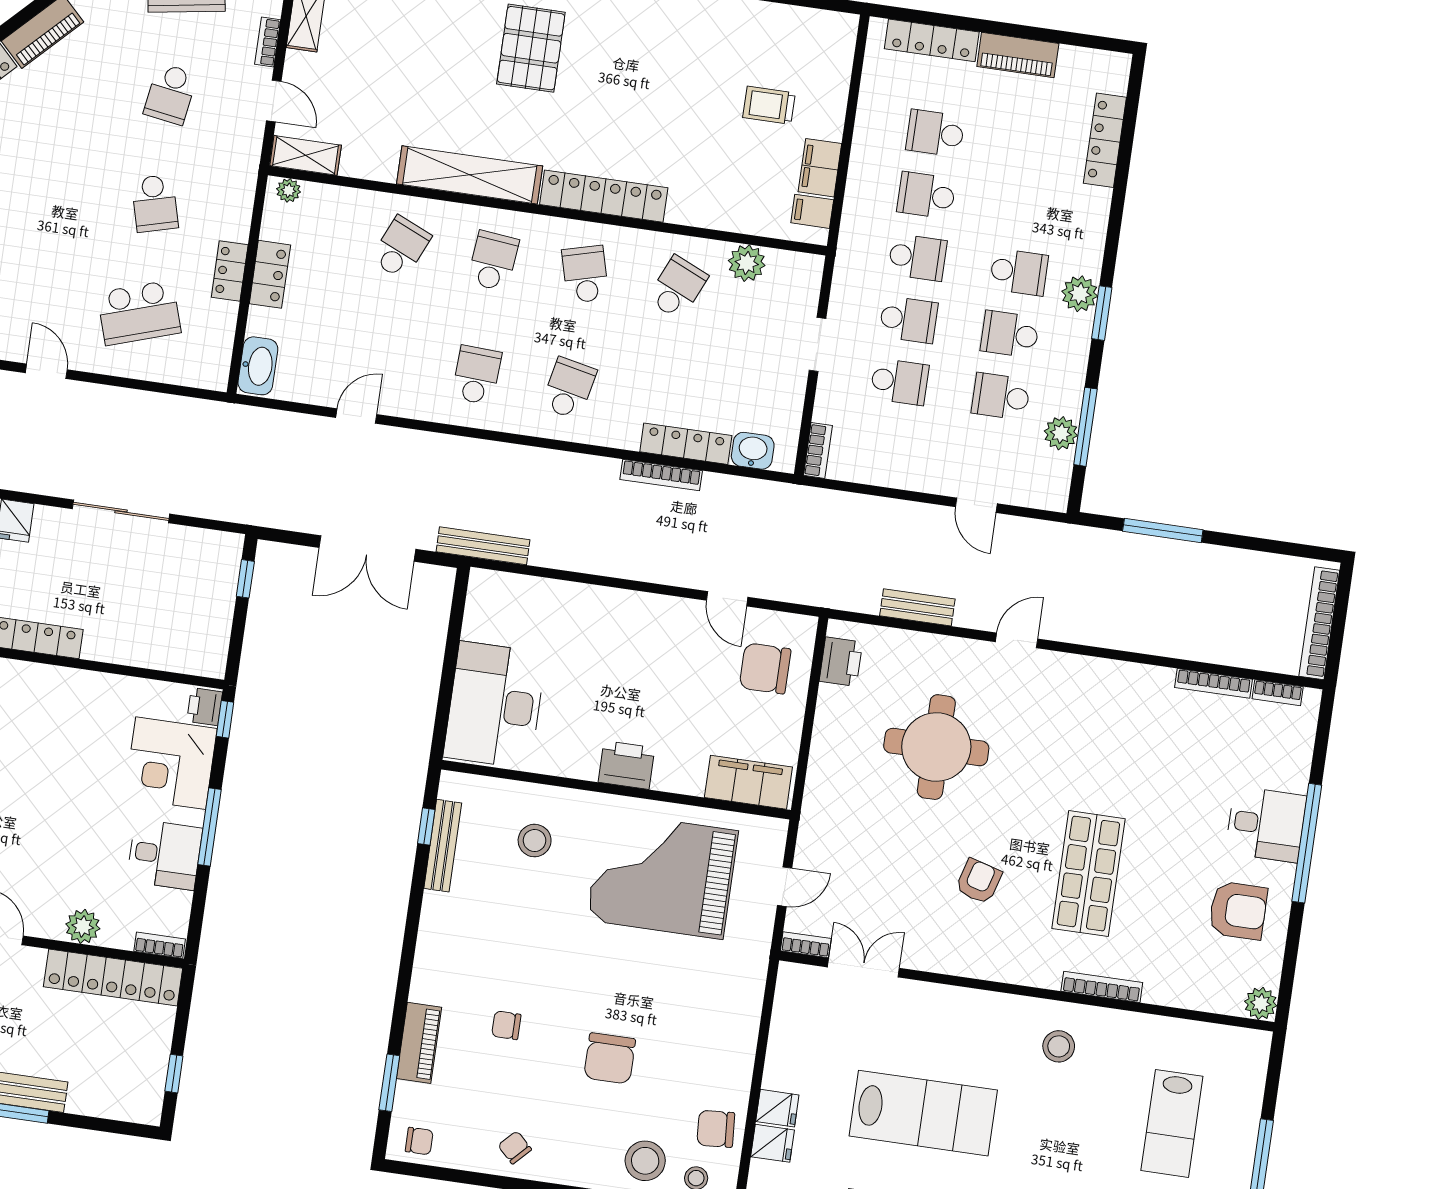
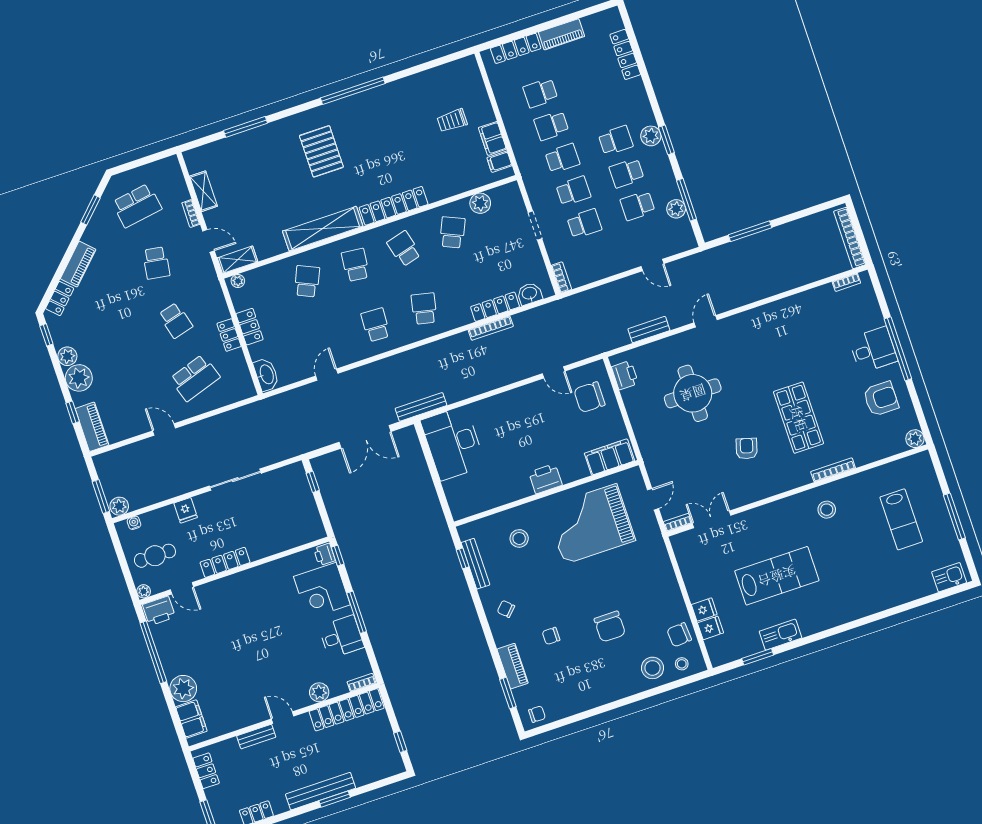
bookcase: (1213, 683) -> (813, 294), removed
desk: (495, 705) -> (453, 443), moved
chair: (515, 1147) -> (506, 609), moved

